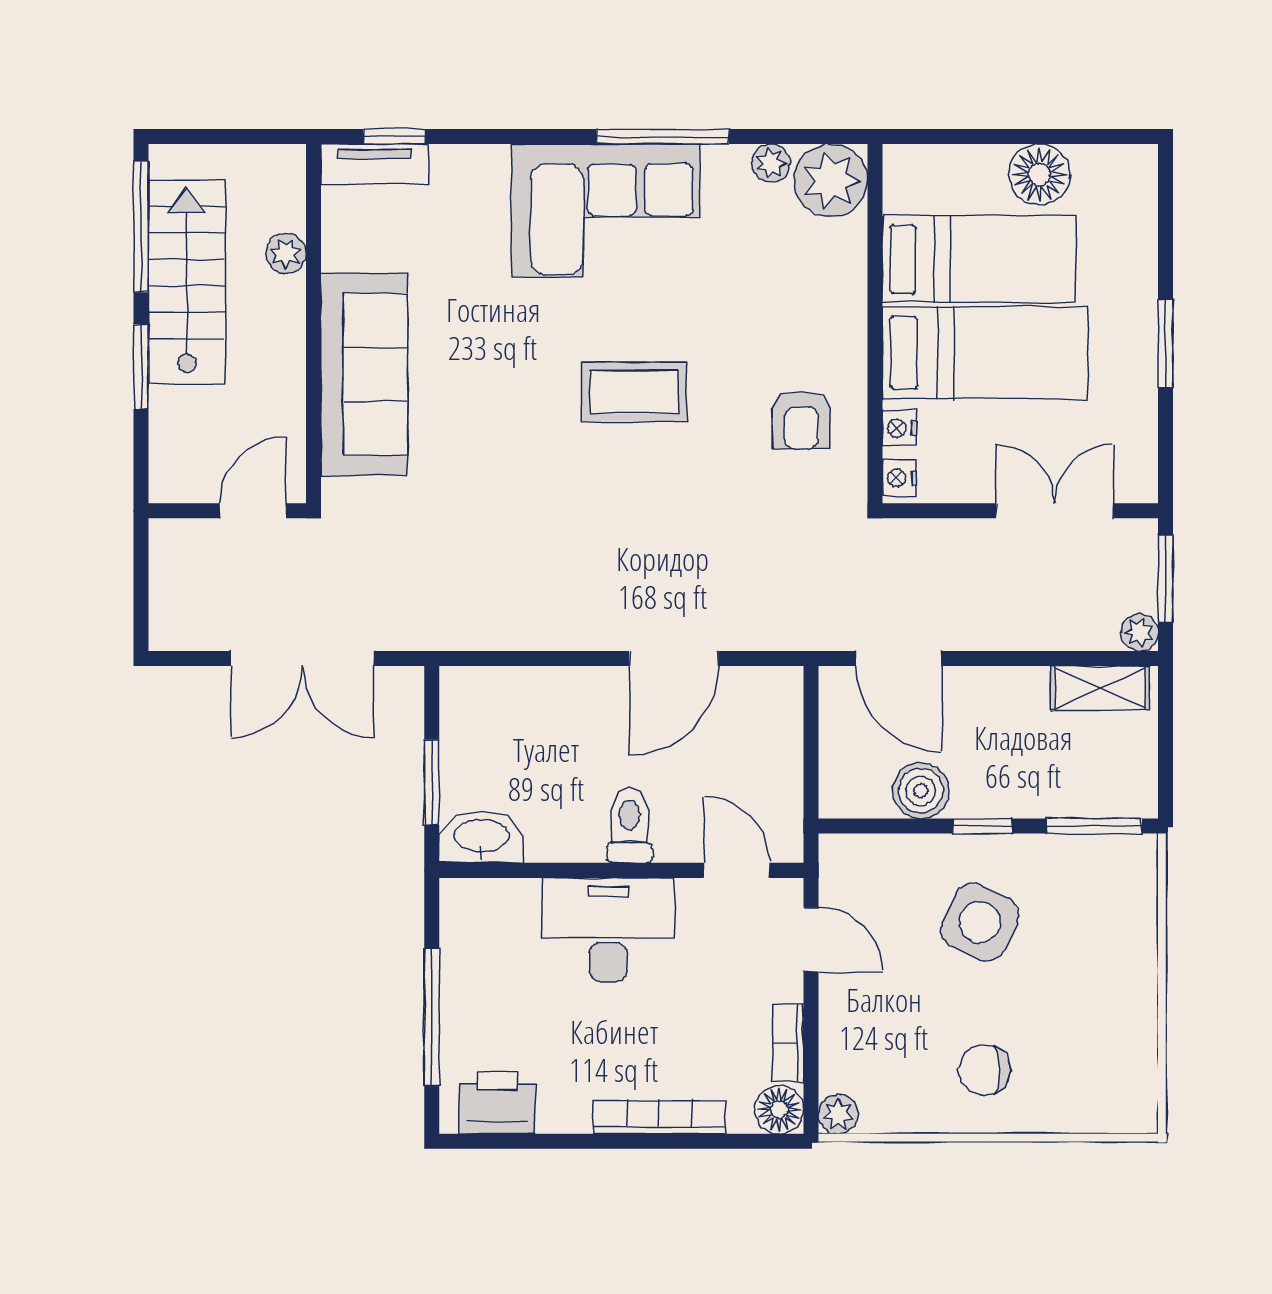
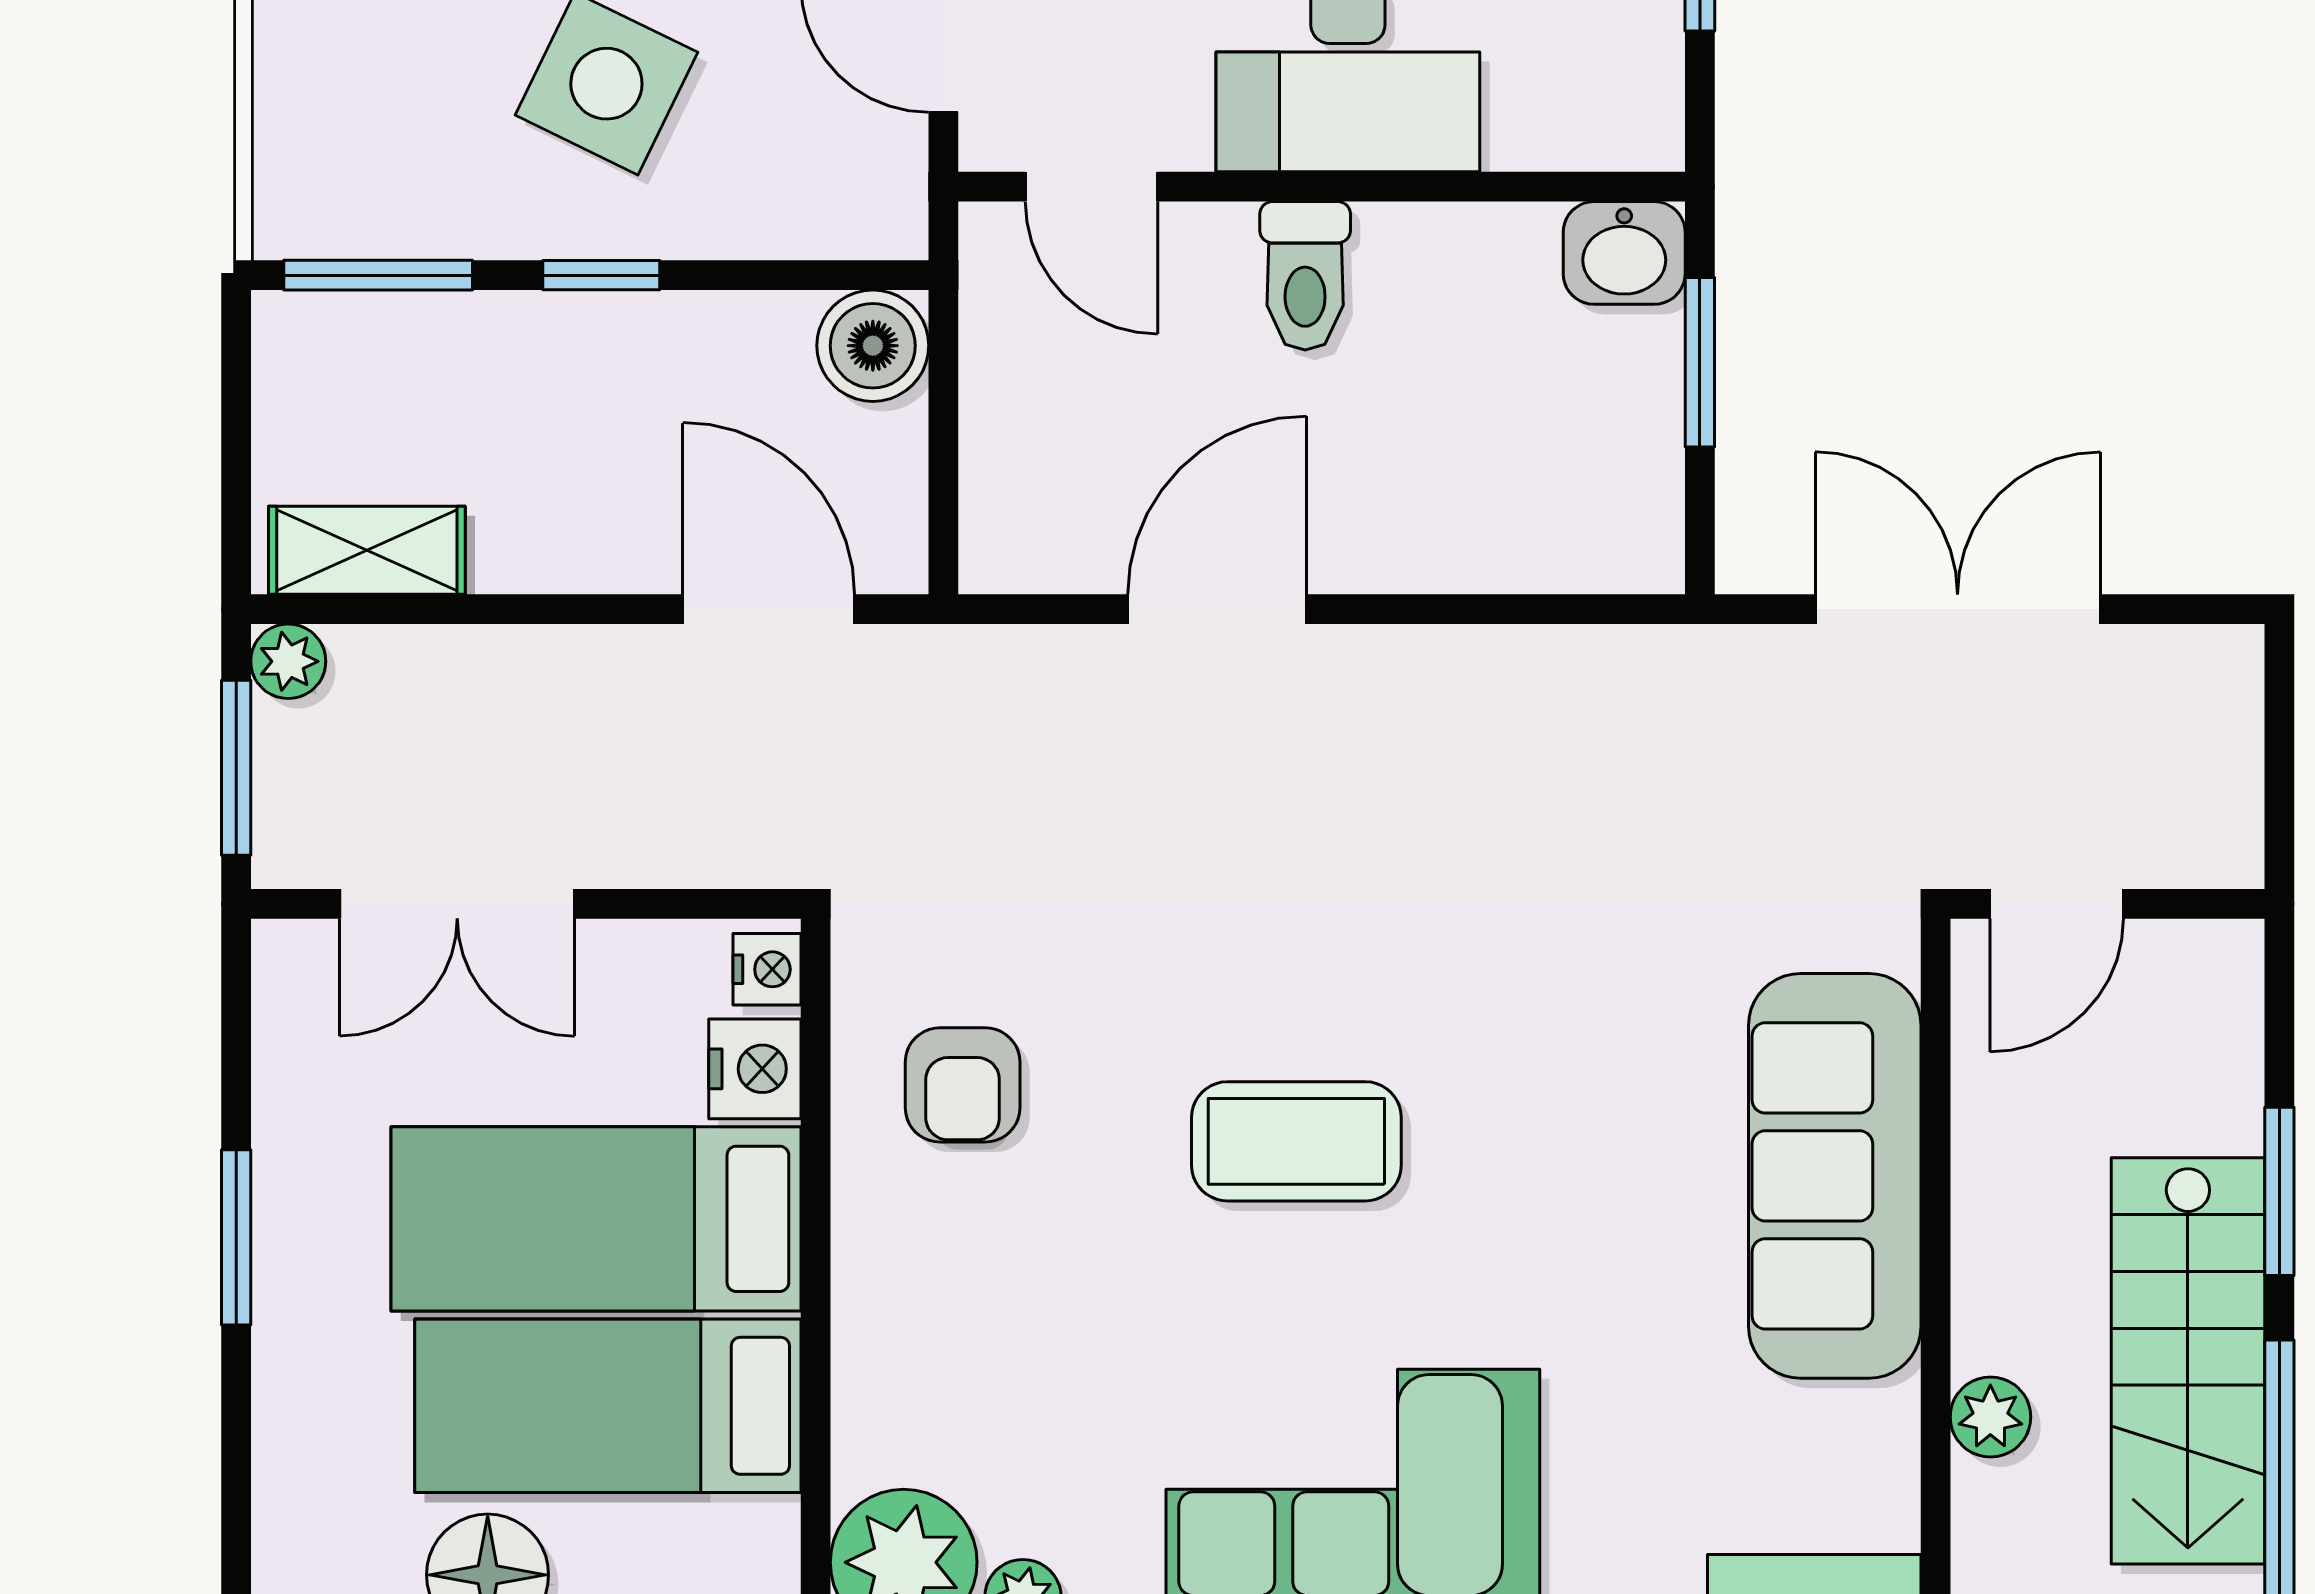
armchair: (801, 420) -> (963, 1085), turned 180
nightstand: (899, 428) -> (755, 1069), width x1.39, depth x1.35
boiler: (921, 791) -> (873, 346), moved
washbasin: (481, 837) -> (1624, 253), width x0.72

